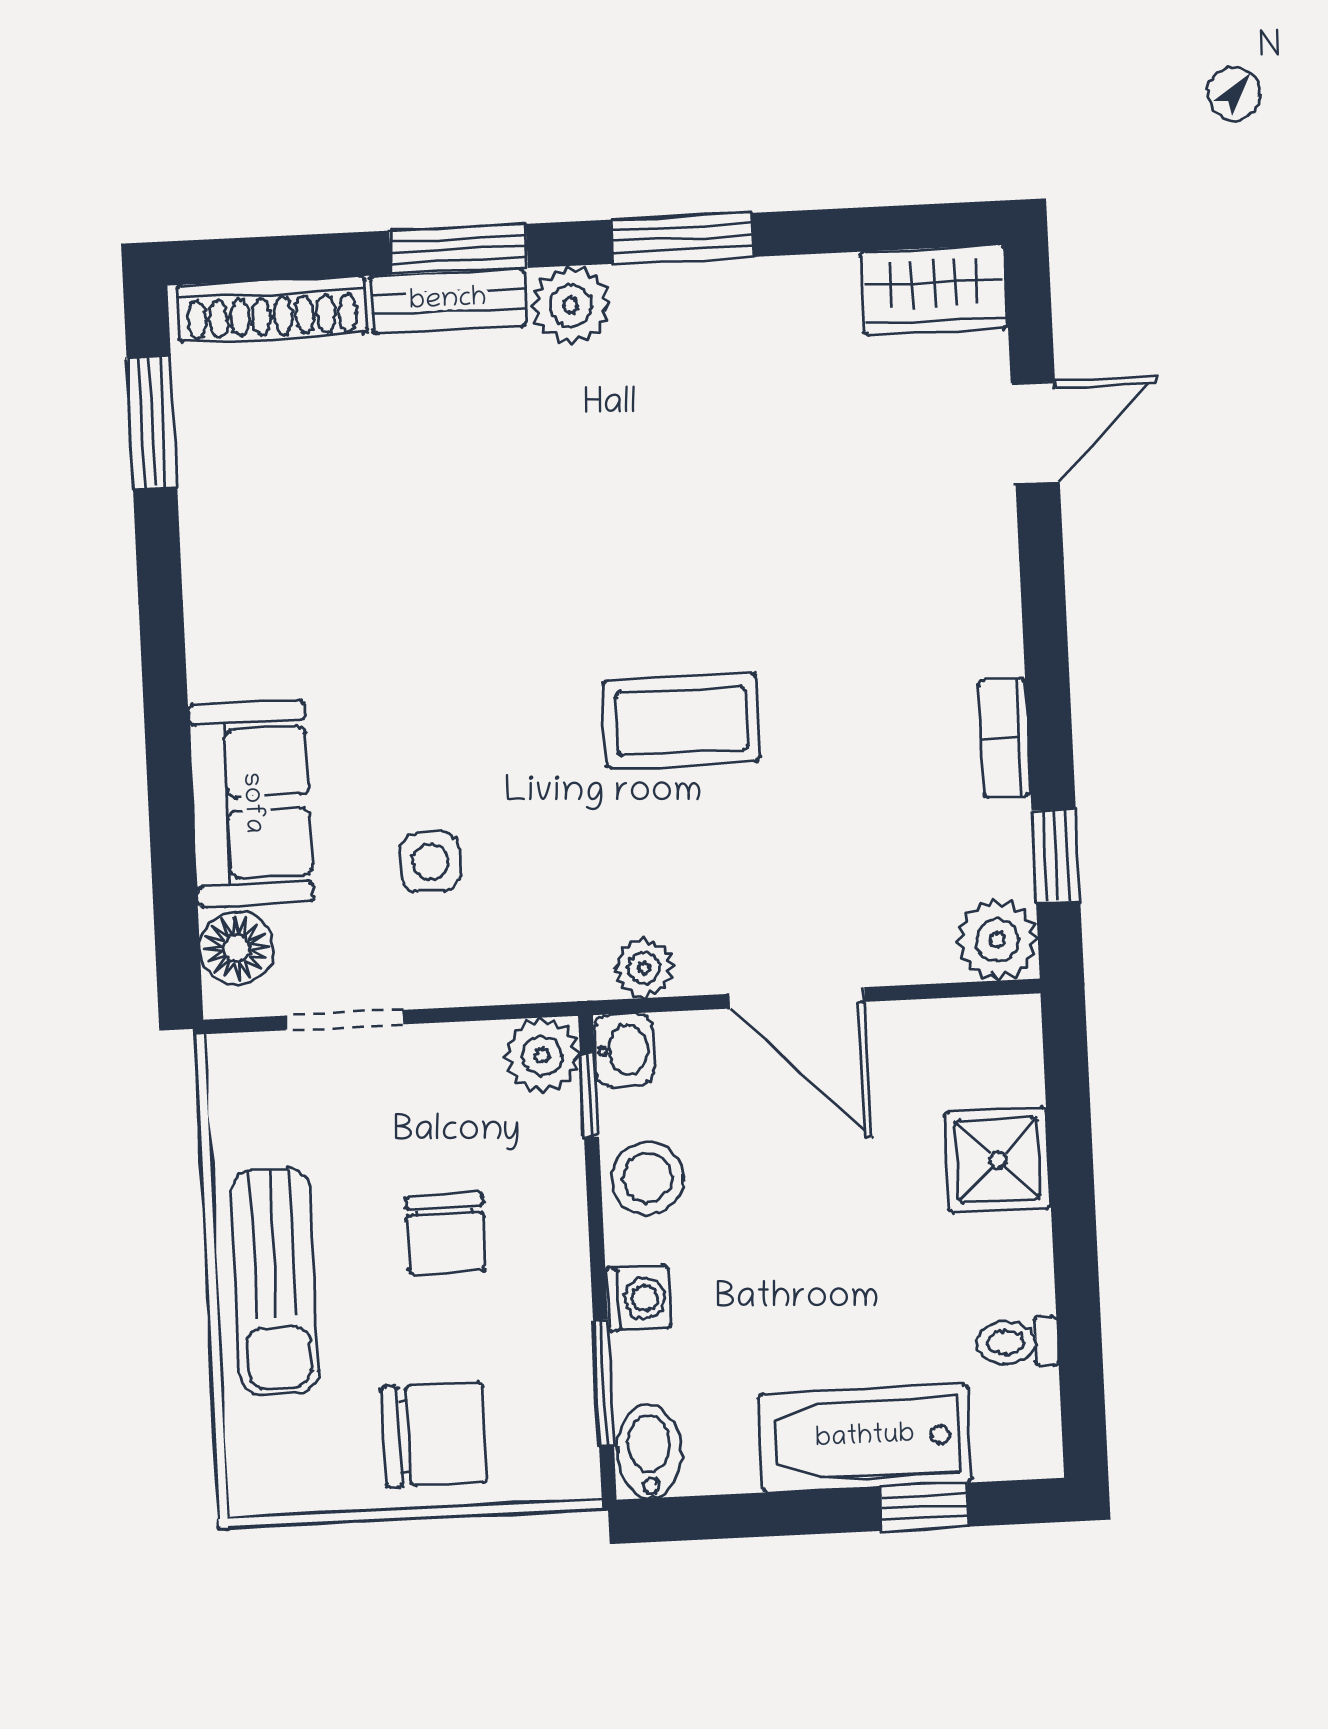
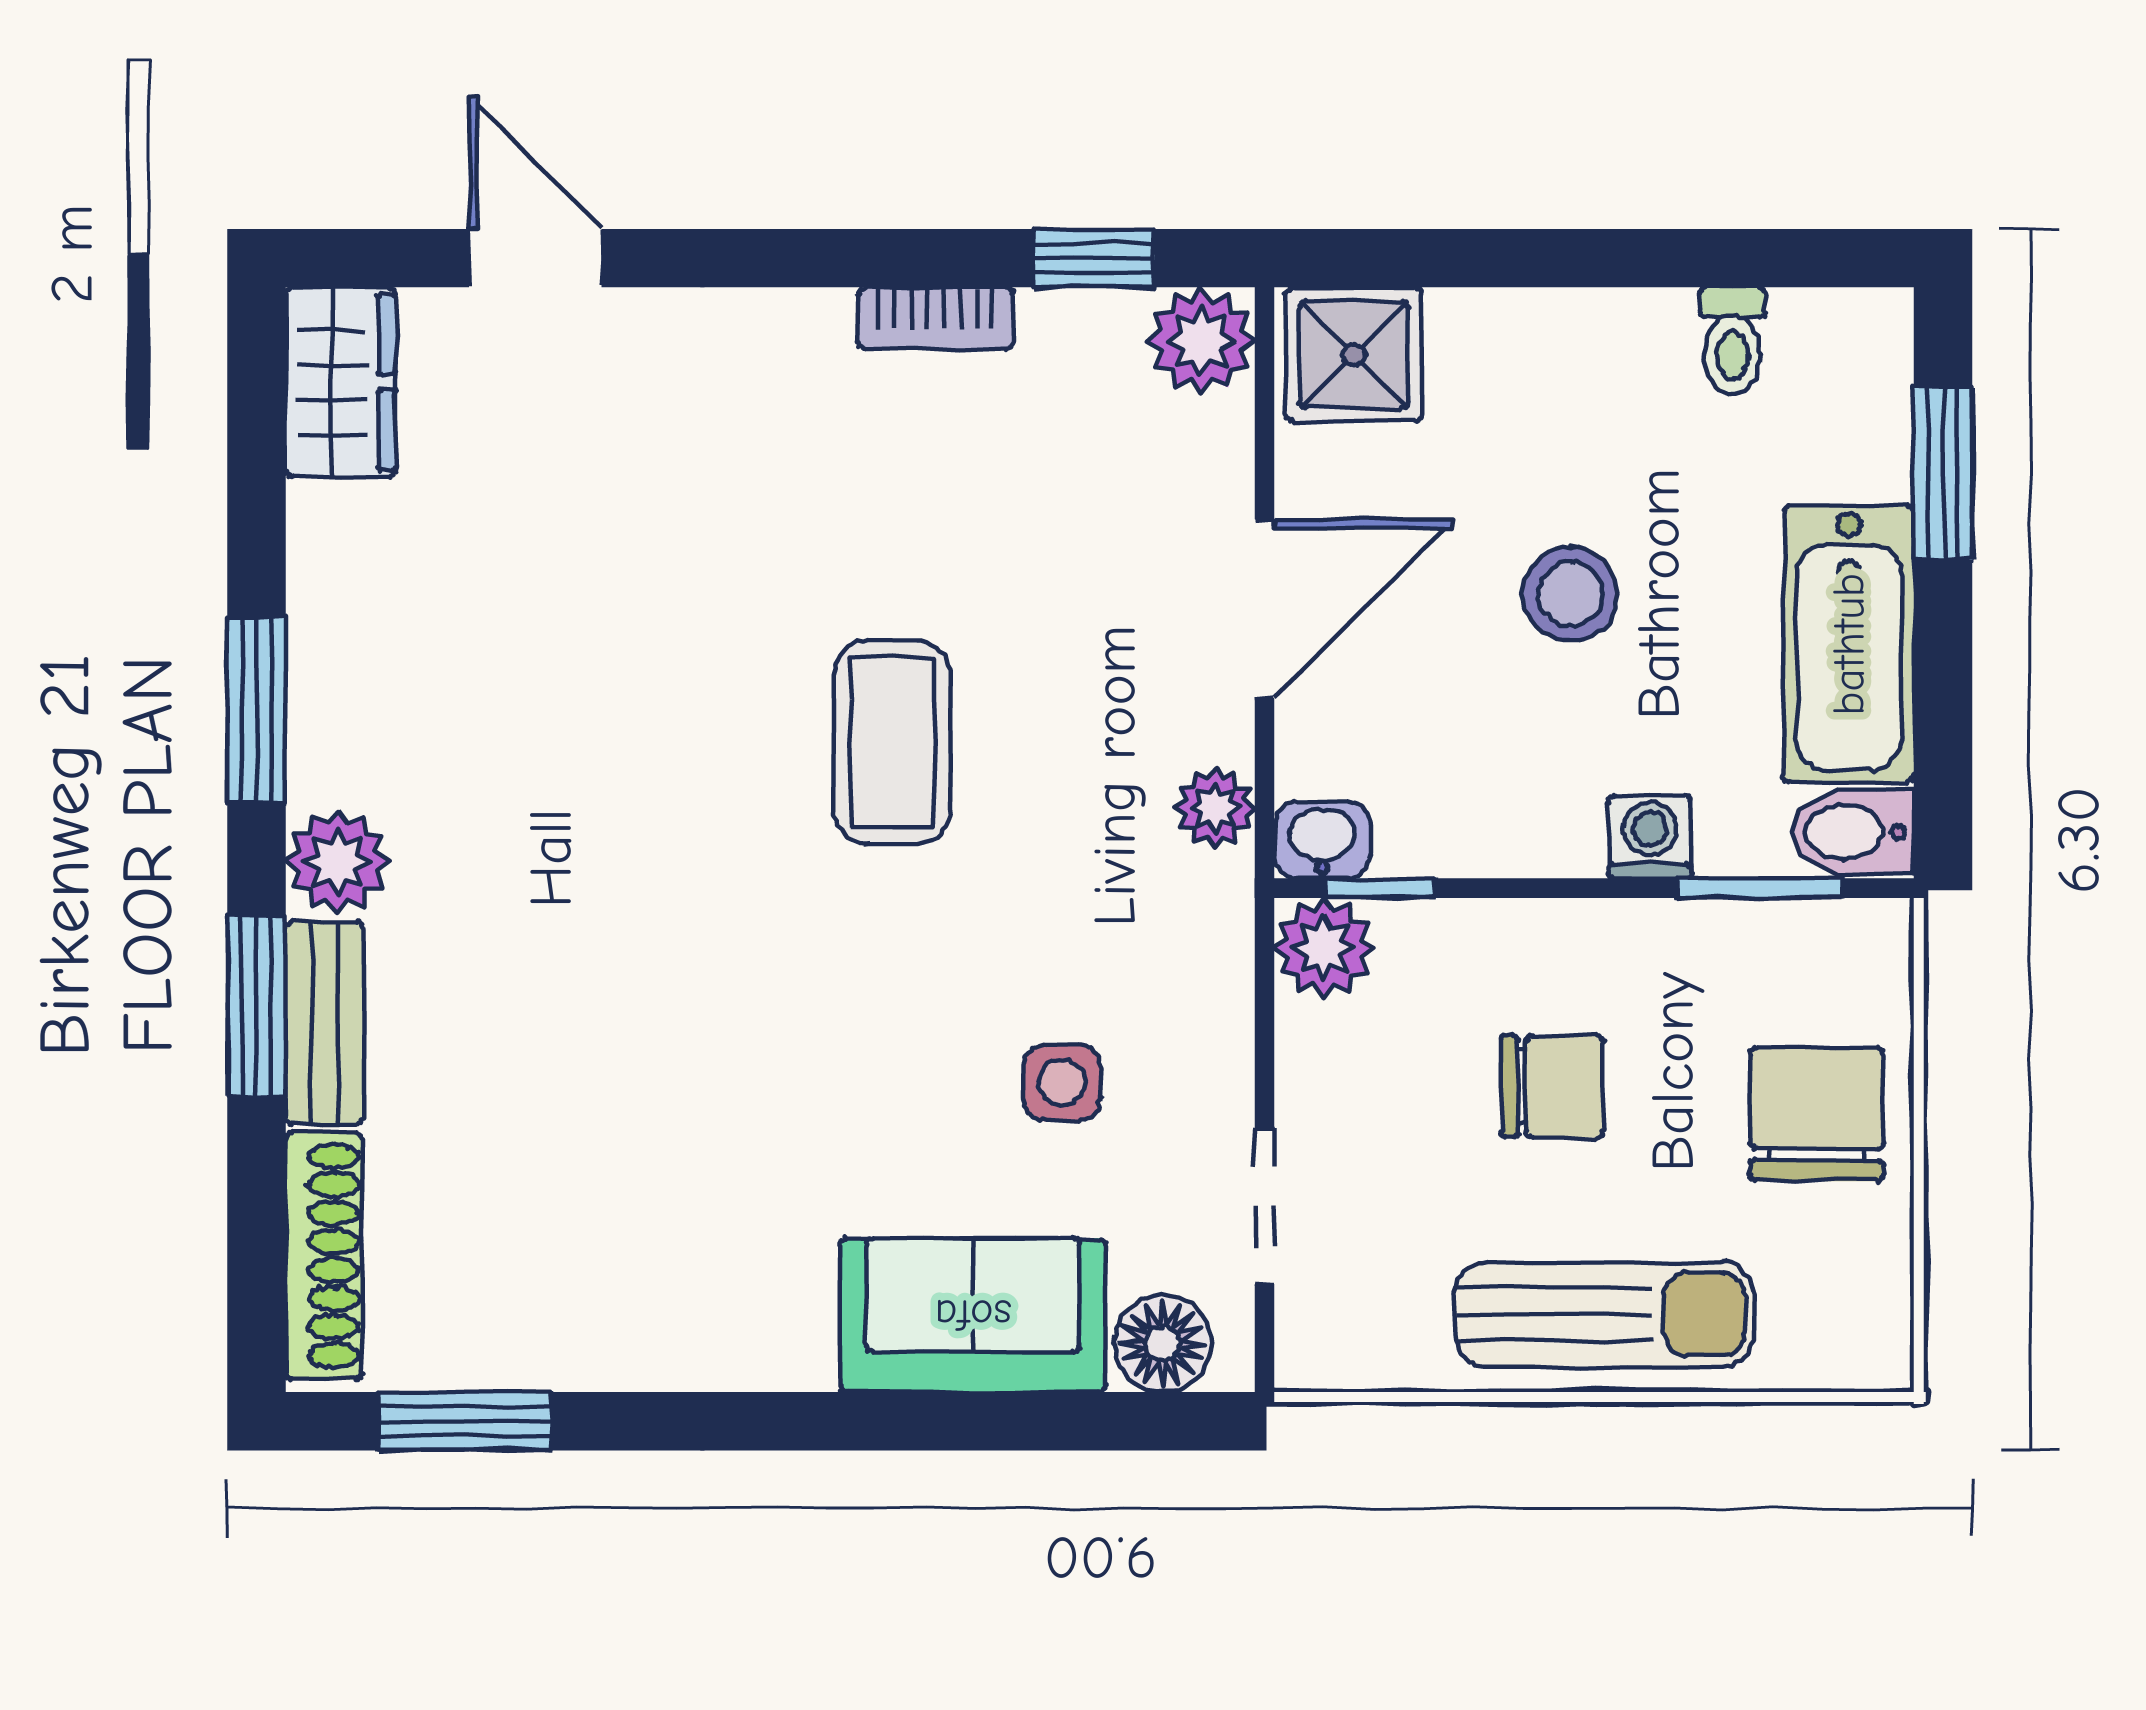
shower: (998, 1160) -> (1354, 355), moved
stool: (648, 1178) -> (1570, 594), moved
bathtub: (865, 1438) -> (1849, 644), moved
window: (924, 1507) -> (1943, 473), width x1.50

